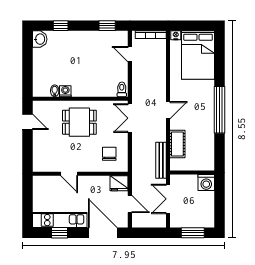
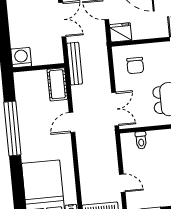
toilet: (122, 89) -> (141, 140), moved
wall: (192, 172) -> (39, 68), moved
washing machine: (206, 182) -> (21, 58), moved

